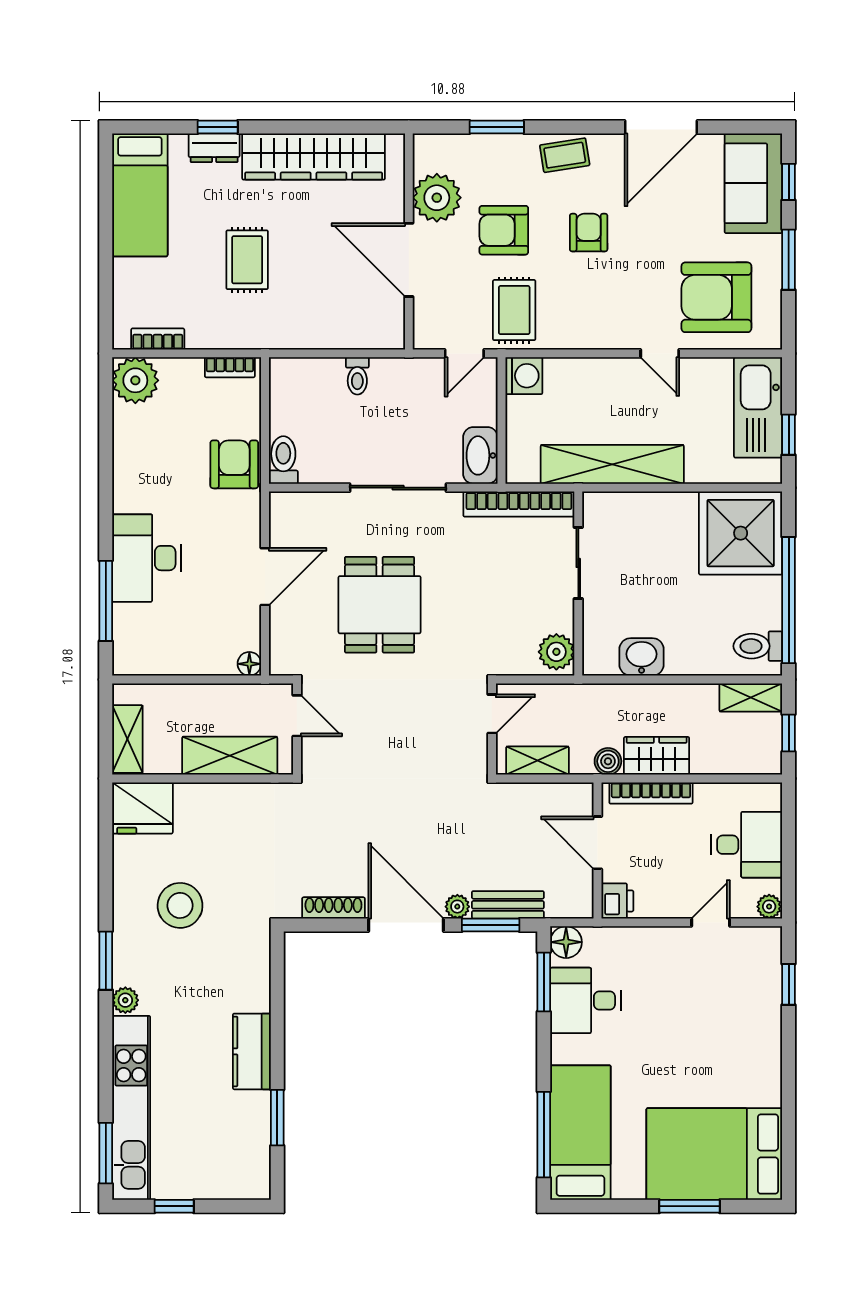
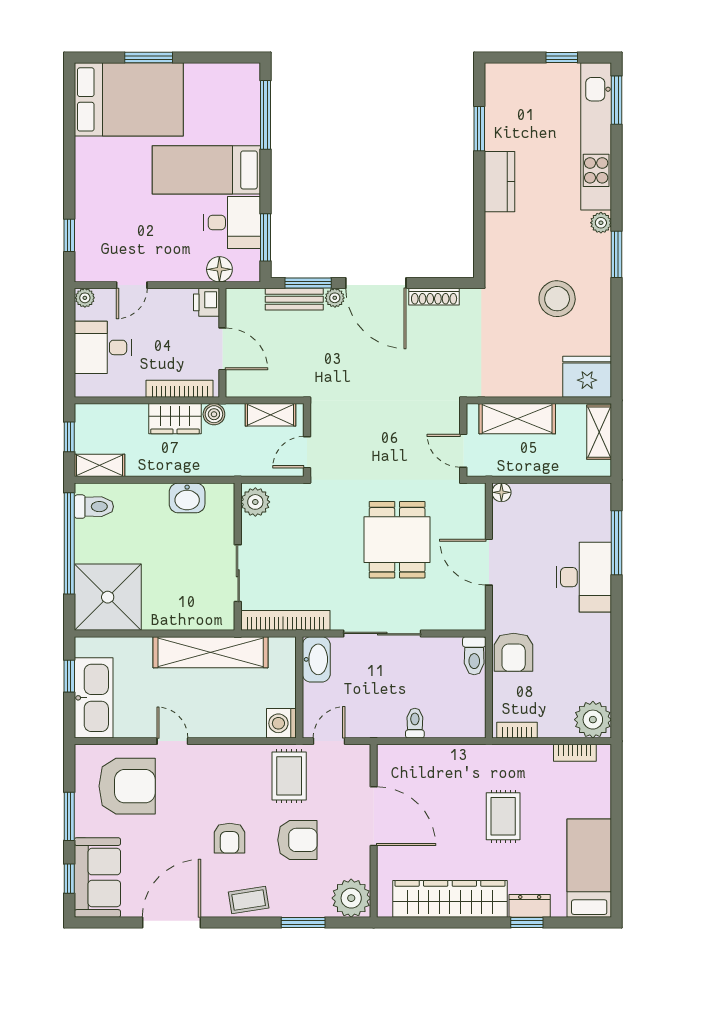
plant: (437, 198) -> (351, 898), moved
door: (265, 577) -> (489, 562), hinge flipped
floor lamp: (566, 942) -> (219, 269), moved
bed: (580, 1133) -> (206, 170), moved, turned 90

